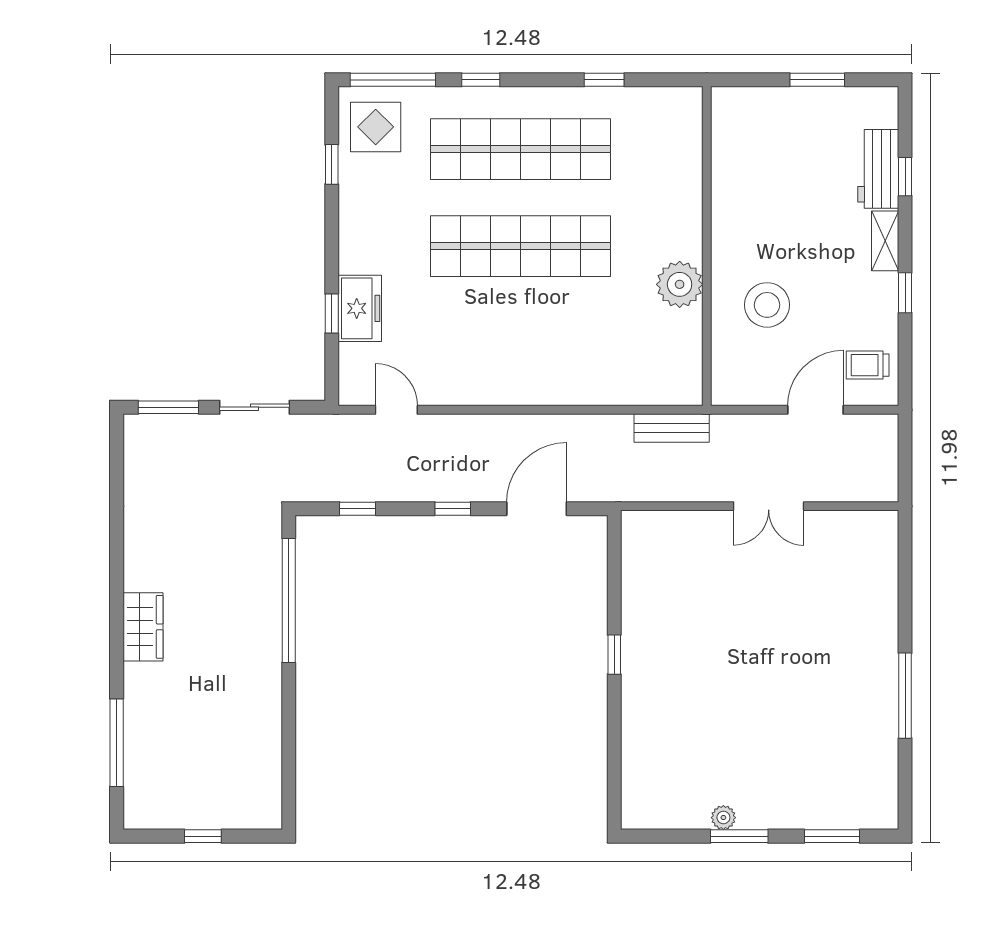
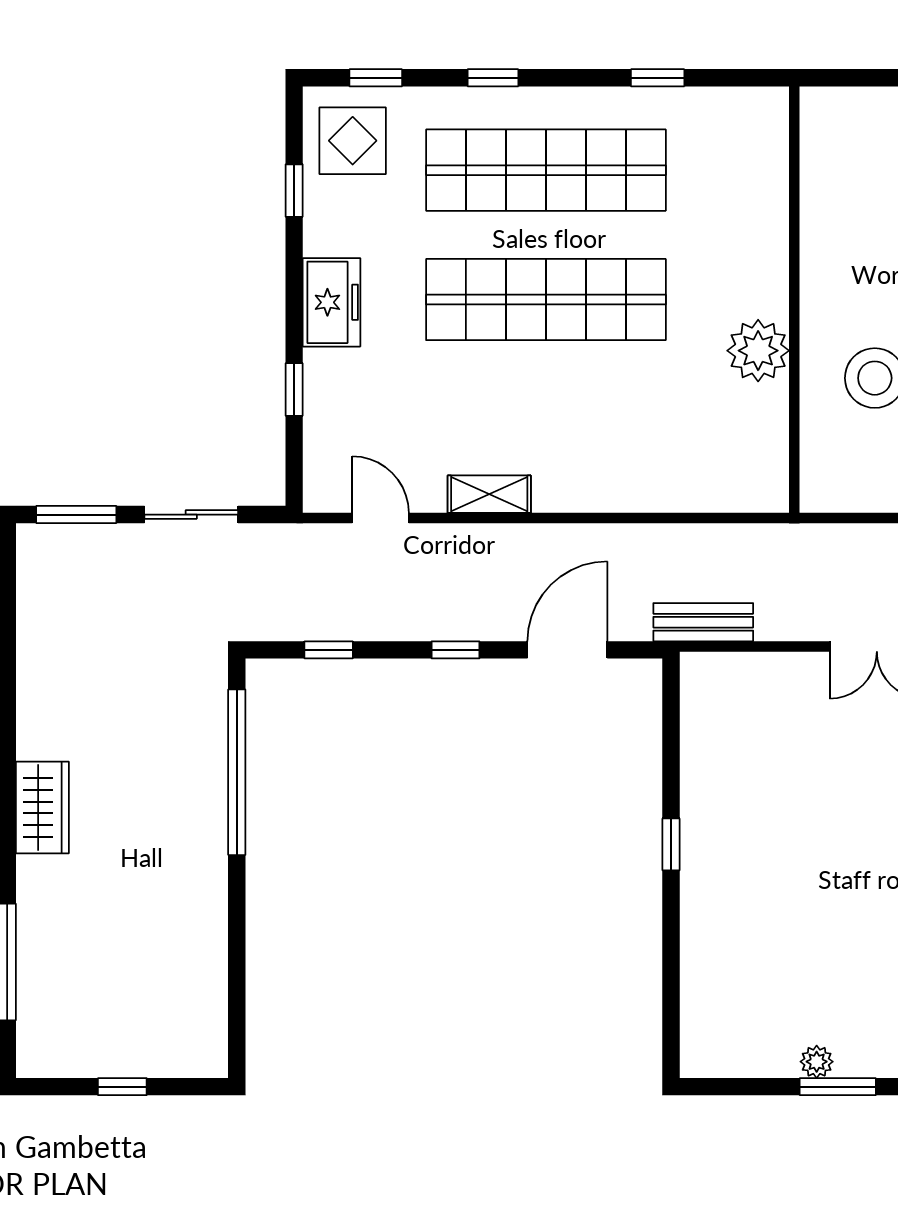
window: (393, 80) -> (376, 78), width x0.46
freezer: (360, 308) -> (331, 302), moved
shelving: (478, 392) -> (489, 494), added
bench: (672, 428) -> (703, 622), moved

